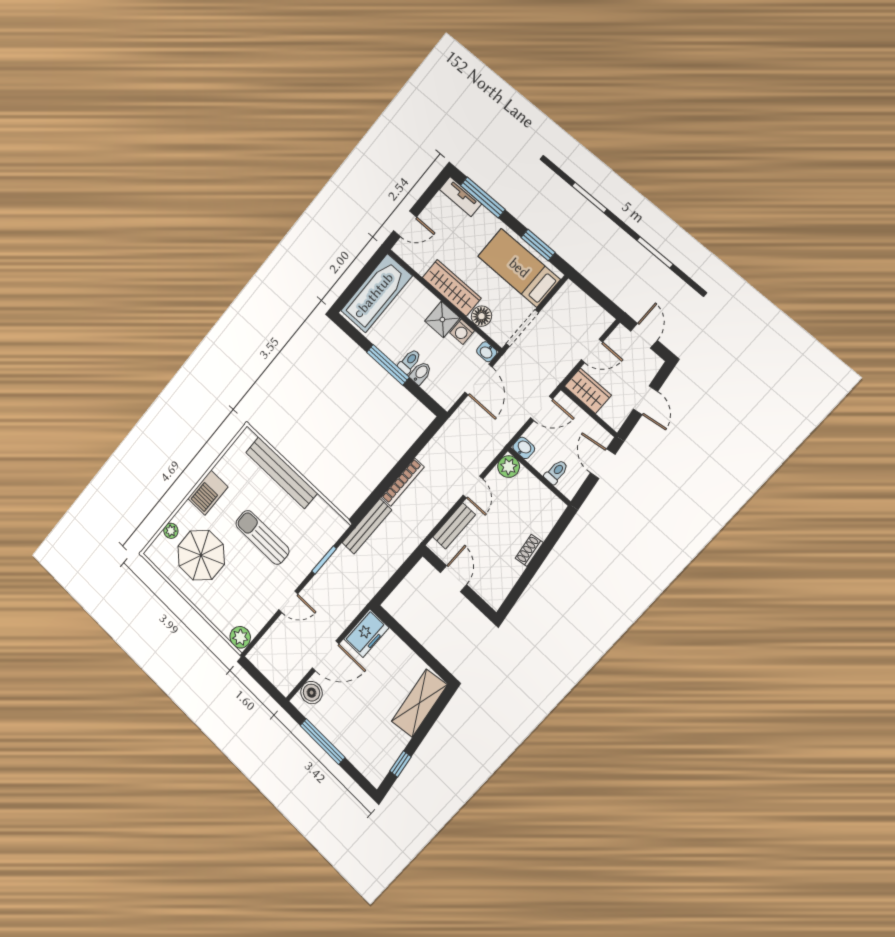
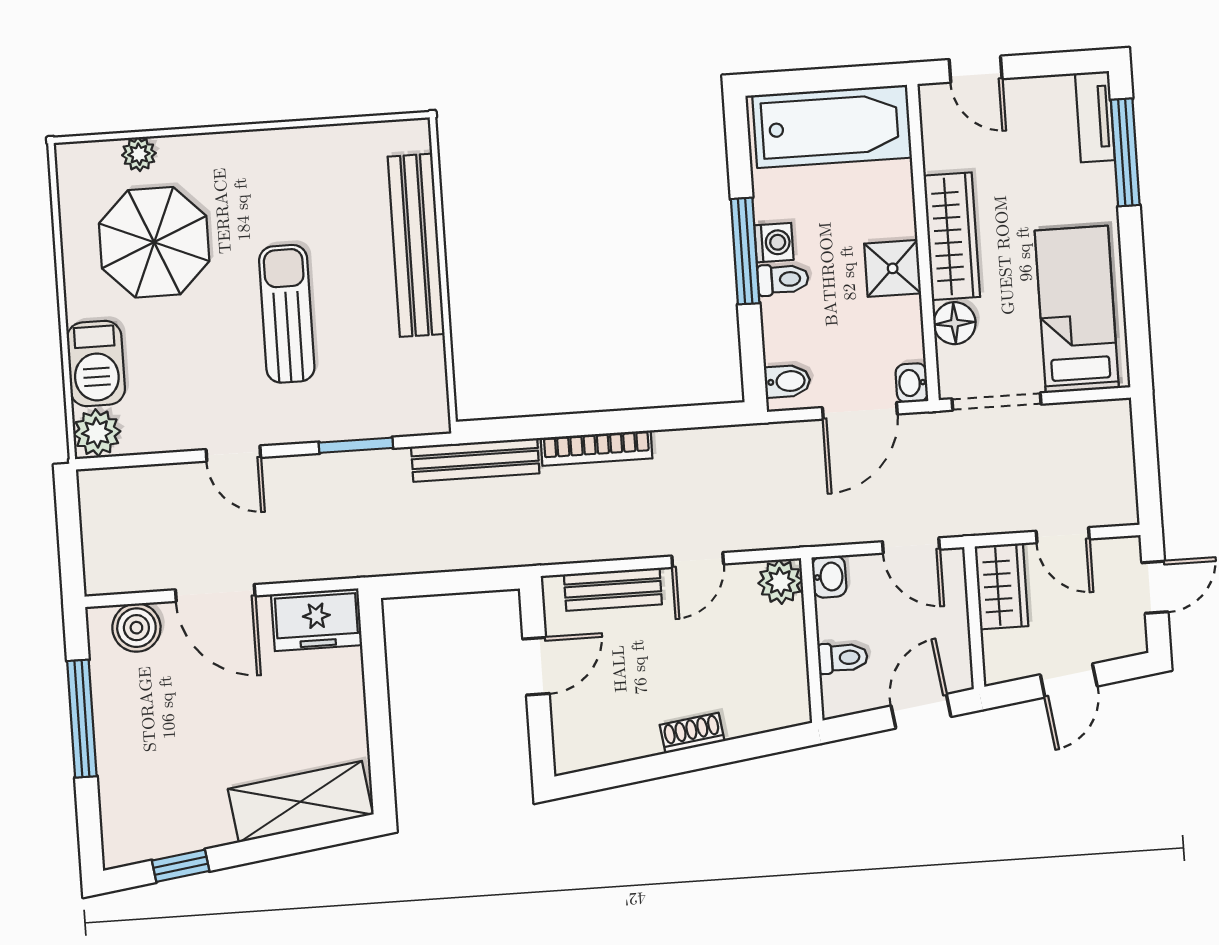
window: (538, 245) -> (1136, 305), removed
washing machine: (462, 332) -> (774, 243), moved, turned 180
bidet: (421, 373) -> (787, 381), moved
barbecue: (208, 493) -> (96, 364), moved, turned -90

